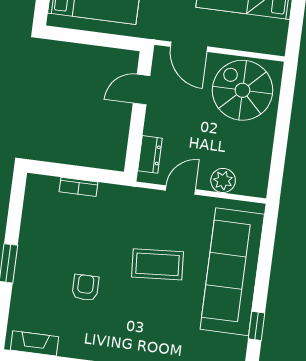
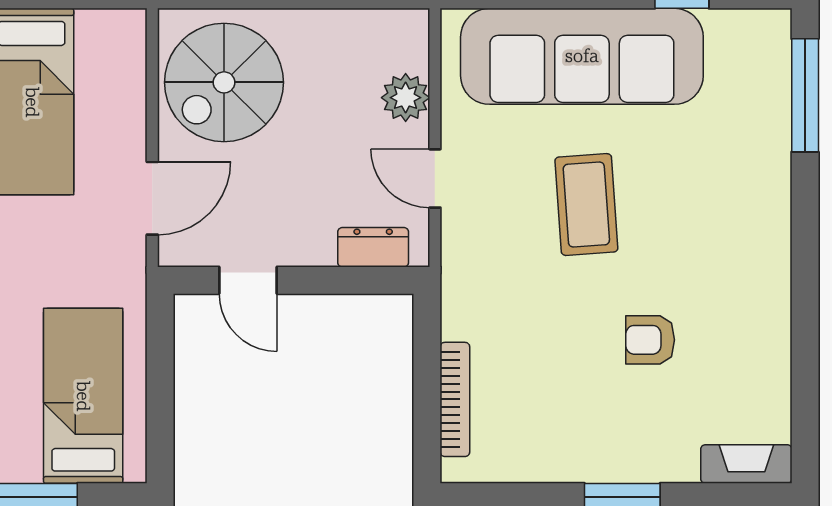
bookcase: (79, 187) -> (455, 399), width x1.56
fireplace: (35, 343) -> (746, 464), moved, turned 90

